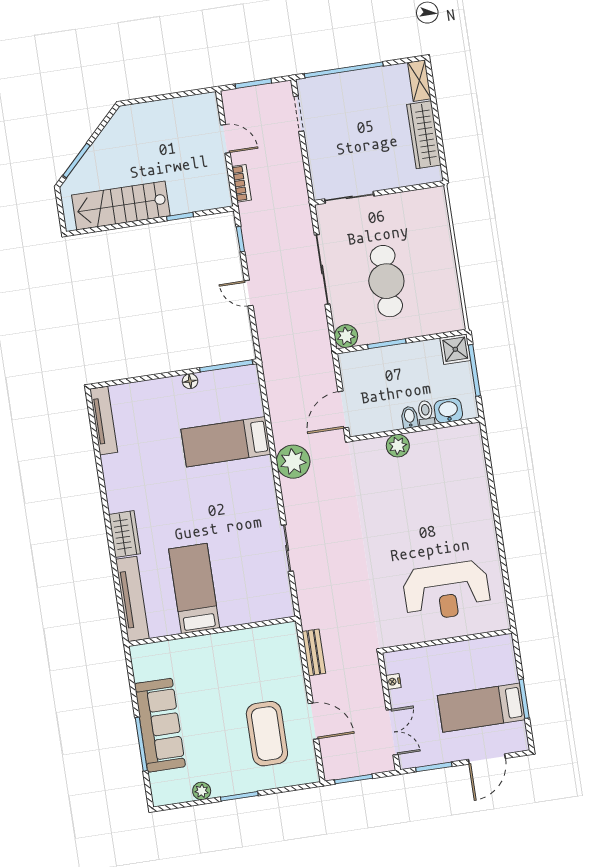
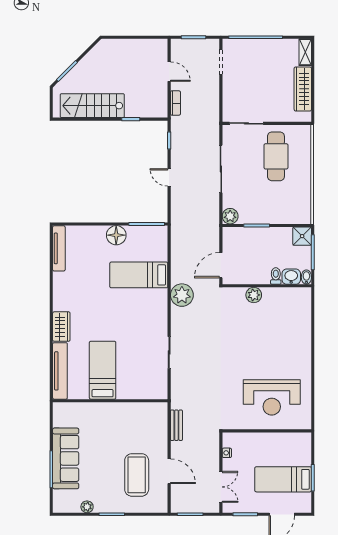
cafe table: (386, 281) -> (276, 156), moved
floor lamp: (190, 381) -> (116, 235), width x1.89, depth x1.89
bidet: (410, 417) -> (306, 277), moved

